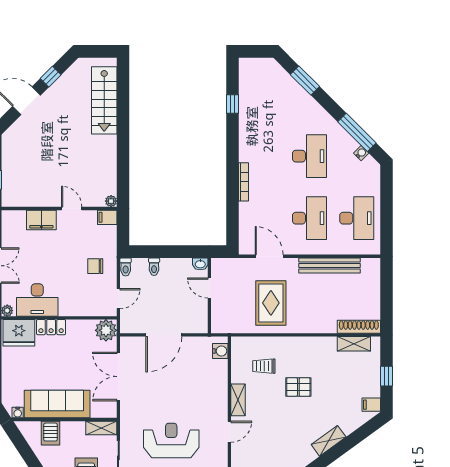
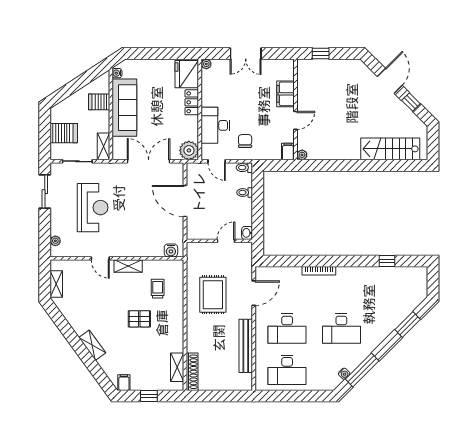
desk: (37, 300) -> (215, 125), moved
rug: (271, 303) -> (213, 295), turned 90
pallet: (298, 387) -> (139, 319), turned 90

